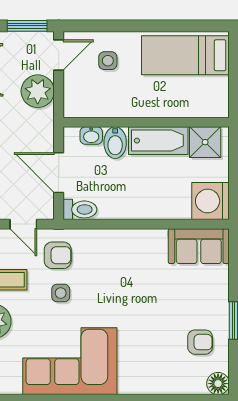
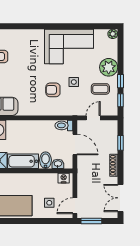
plant: (38, 91) -> (86, 187), removed
nightstand: (80, 108) -> (64, 178), added
door: (23, 224) -> (93, 118), hinge flipped
armchair: (58, 255) -> (53, 90), moved

